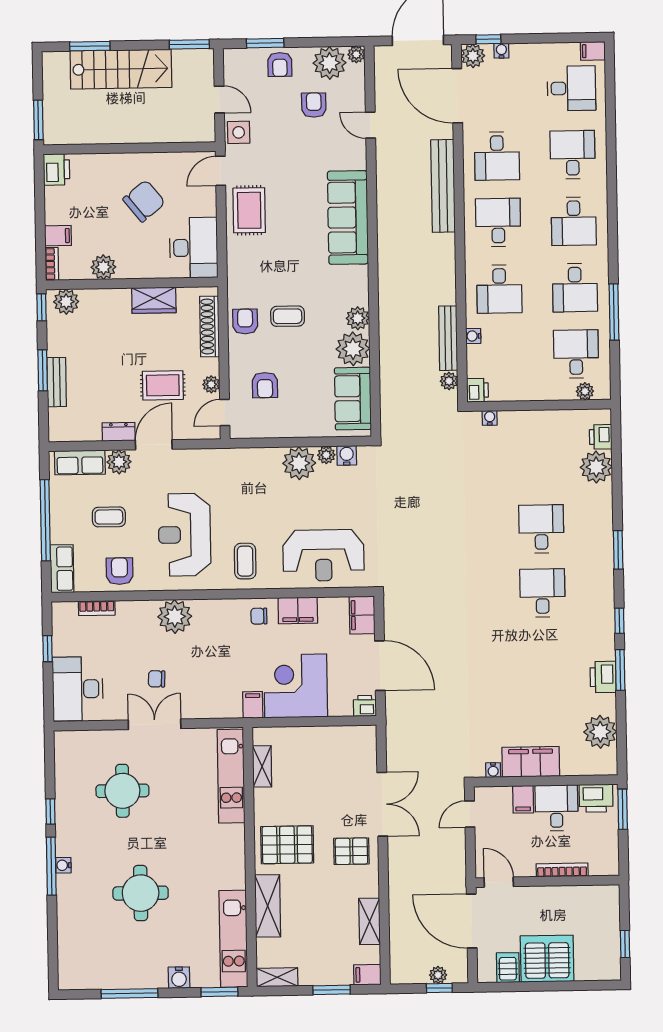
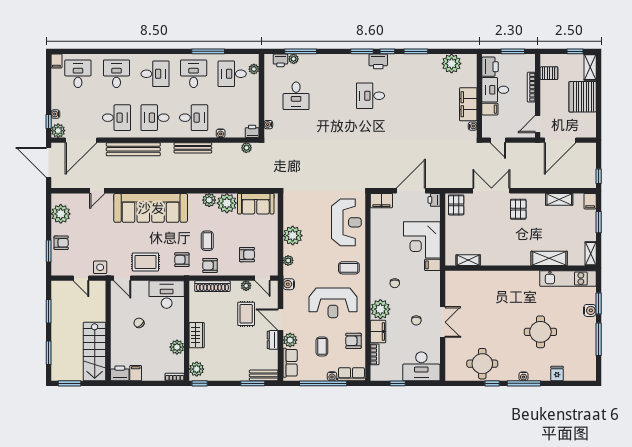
window: (189, 44) -> (49, 311), moved
plant: (356, 54) -> (56, 198), removed
stairs: (121, 69) -> (95, 351), moved, turned 180
door: (219, 100) -> (81, 278), swing flipped
armchair: (314, 105) -> (182, 260), moved
window: (38, 120) -> (69, 383), moved
desk: (573, 155) -> (116, 74), turned 90
chair: (144, 201) -> (139, 323), width x0.54, depth x0.54
sofa: (348, 217) -> (151, 208), width x1.36, depth x1.27
filing cabinet: (58, 236) -> (136, 373), moved
desk: (575, 288) -> (194, 74), turned -90
wardrobe: (154, 300) -> (197, 335), moved
bench: (448, 338) -> (193, 148), moved
window: (43, 370) -> (253, 383), moved
bench: (57, 382) -> (264, 375), moved
plant: (326, 455) -> (288, 260), moved
water cooler: (347, 455) -> (289, 284), moved
plant: (596, 467) -> (294, 59), width x0.53, depth x0.53
window: (617, 471) -> (301, 51), added
desk: (541, 529) -> (296, 96), moved, turned -90
water cooler: (58, 535) -> (332, 376), added
window: (618, 550) -> (362, 51), moved
filing cabinet: (298, 610) -> (378, 332), moved
chair: (259, 616) -> (395, 283), moved
printer: (603, 677) -> (378, 61), moved
double door: (155, 724) -> (443, 322), swing flipped
kitchen unit: (231, 776) -> (474, 278), removed
round table: (122, 791) -> (482, 364), moved
window: (623, 809) -> (513, 51), moved
pallet: (287, 845) -> (456, 205), moved, width x0.67, depth x0.71
fridge: (69, 923) -> (557, 374), added
server rack: (508, 968) -> (549, 73), moved, turned 180
shelving: (598, 971) -> (590, 67), added
plant: (438, 975) -> (591, 160), removed
window: (439, 988) -> (599, 176), moved
window: (219, 992) -> (599, 303), moved

